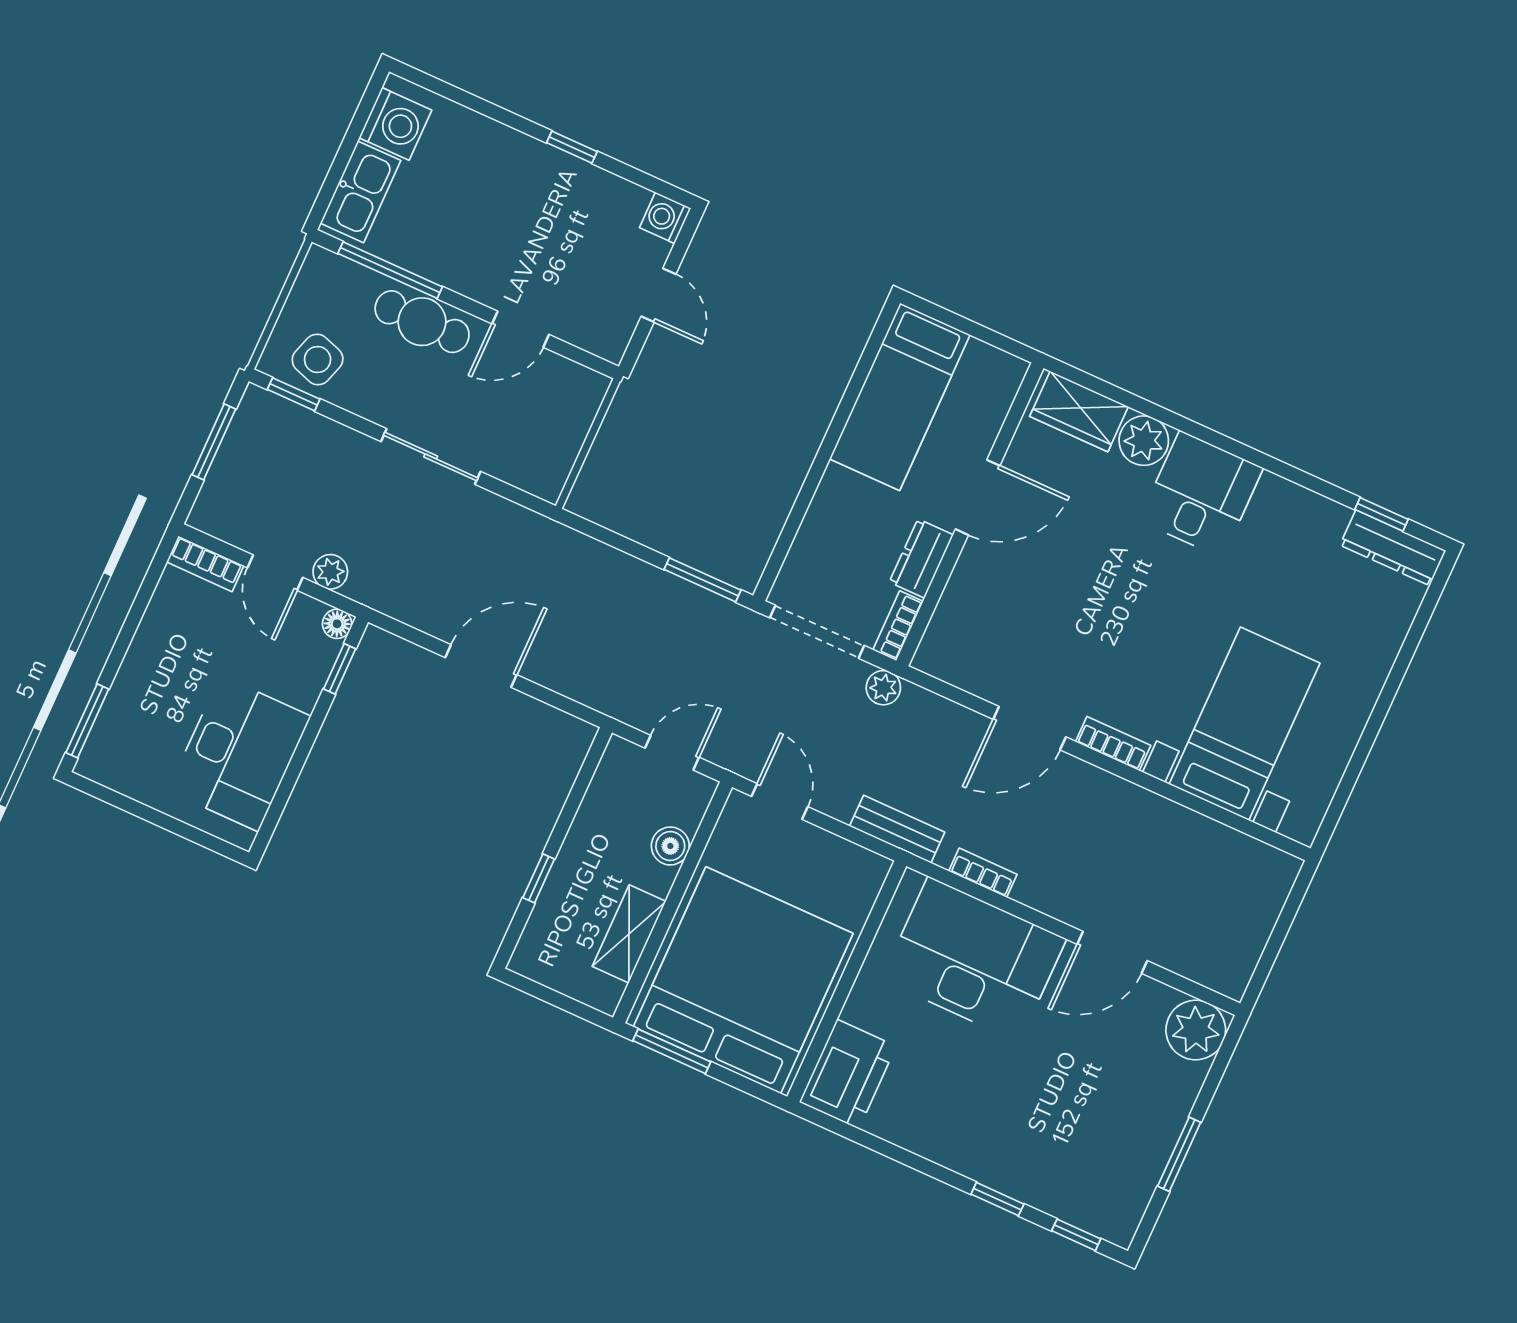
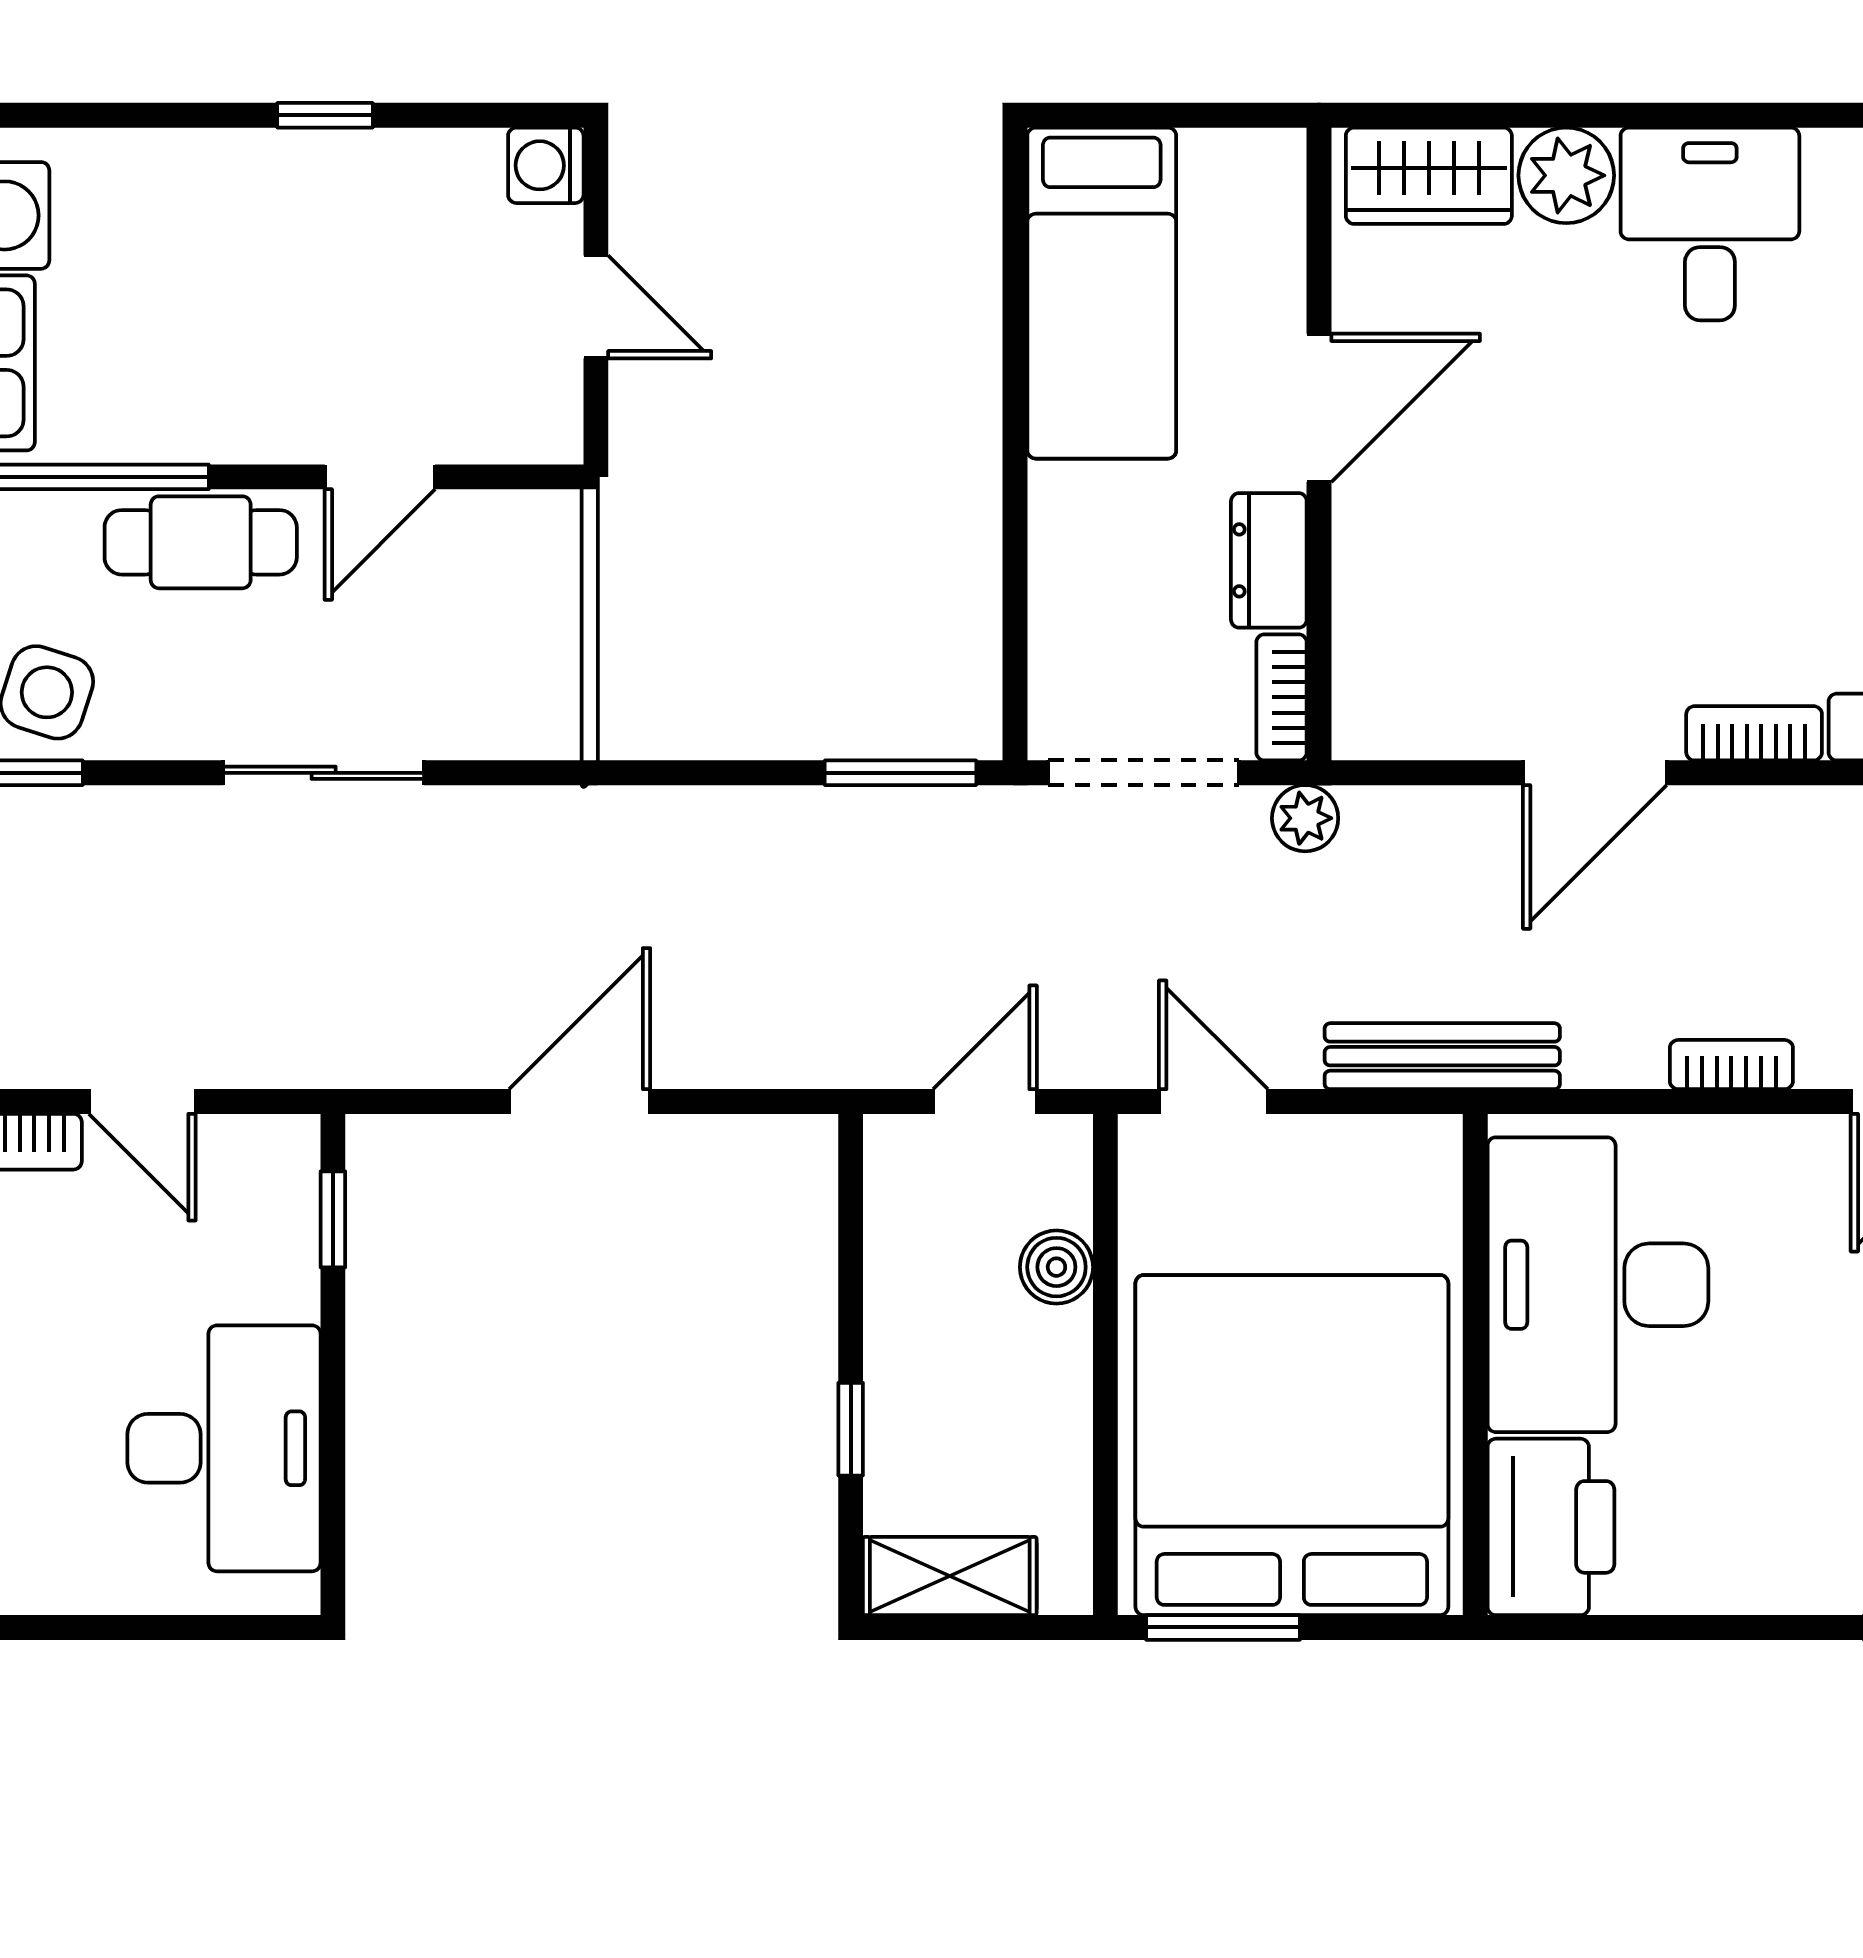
plant: (330, 572) -> (239, 1056), removed
floor lamp: (337, 624) -> (292, 1142), removed
bench: (897, 829) -> (1442, 1056), width x1.36
bookcase: (983, 873) -> (1731, 1065), moved
shelving: (629, 934) -> (950, 1576), moved, turned 90
desk: (974, 959) -> (1598, 1285), moved, turned -90

